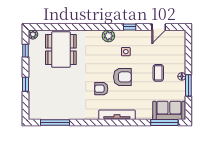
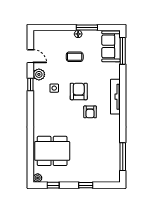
plant: (108, 36) -> (39, 74), moved

